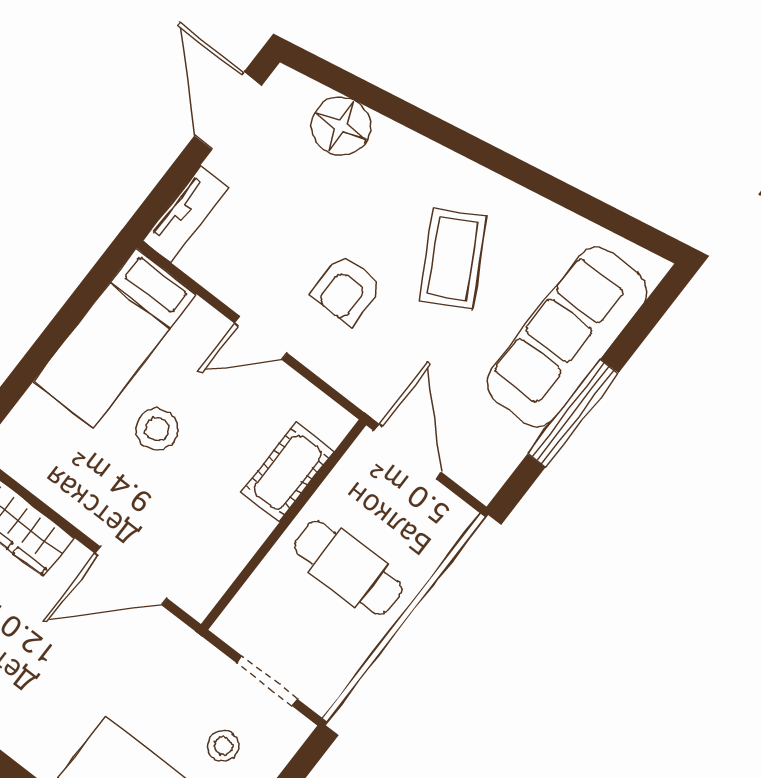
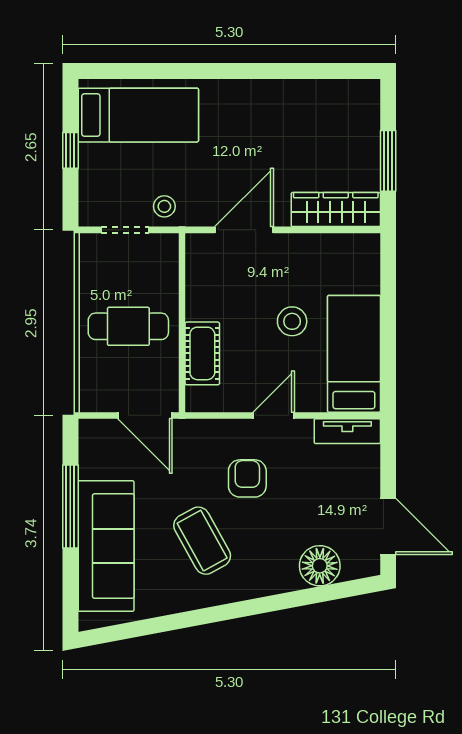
tv unit: (185, 214) -> (347, 431), moved, turned -90
stool: (223, 746) -> (164, 206), moved

